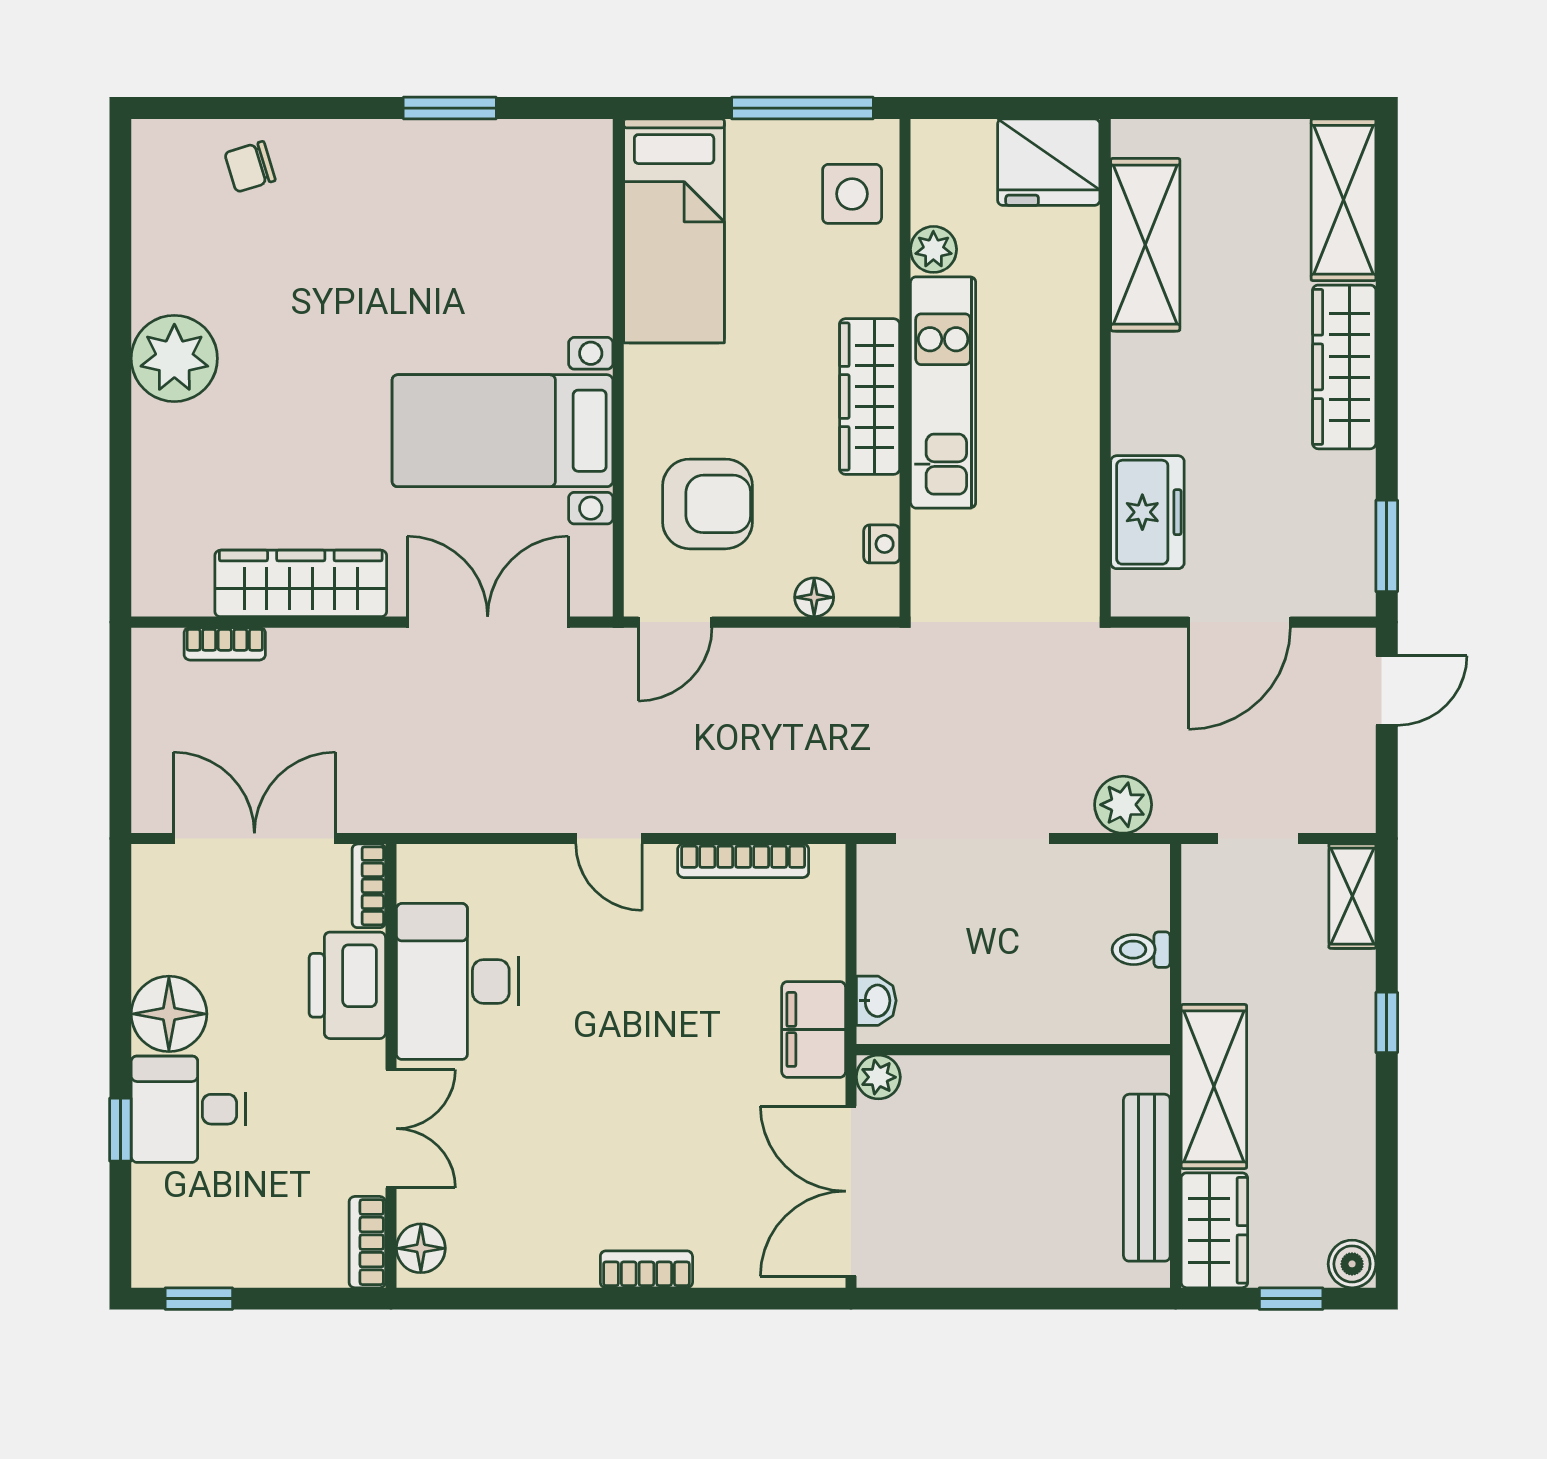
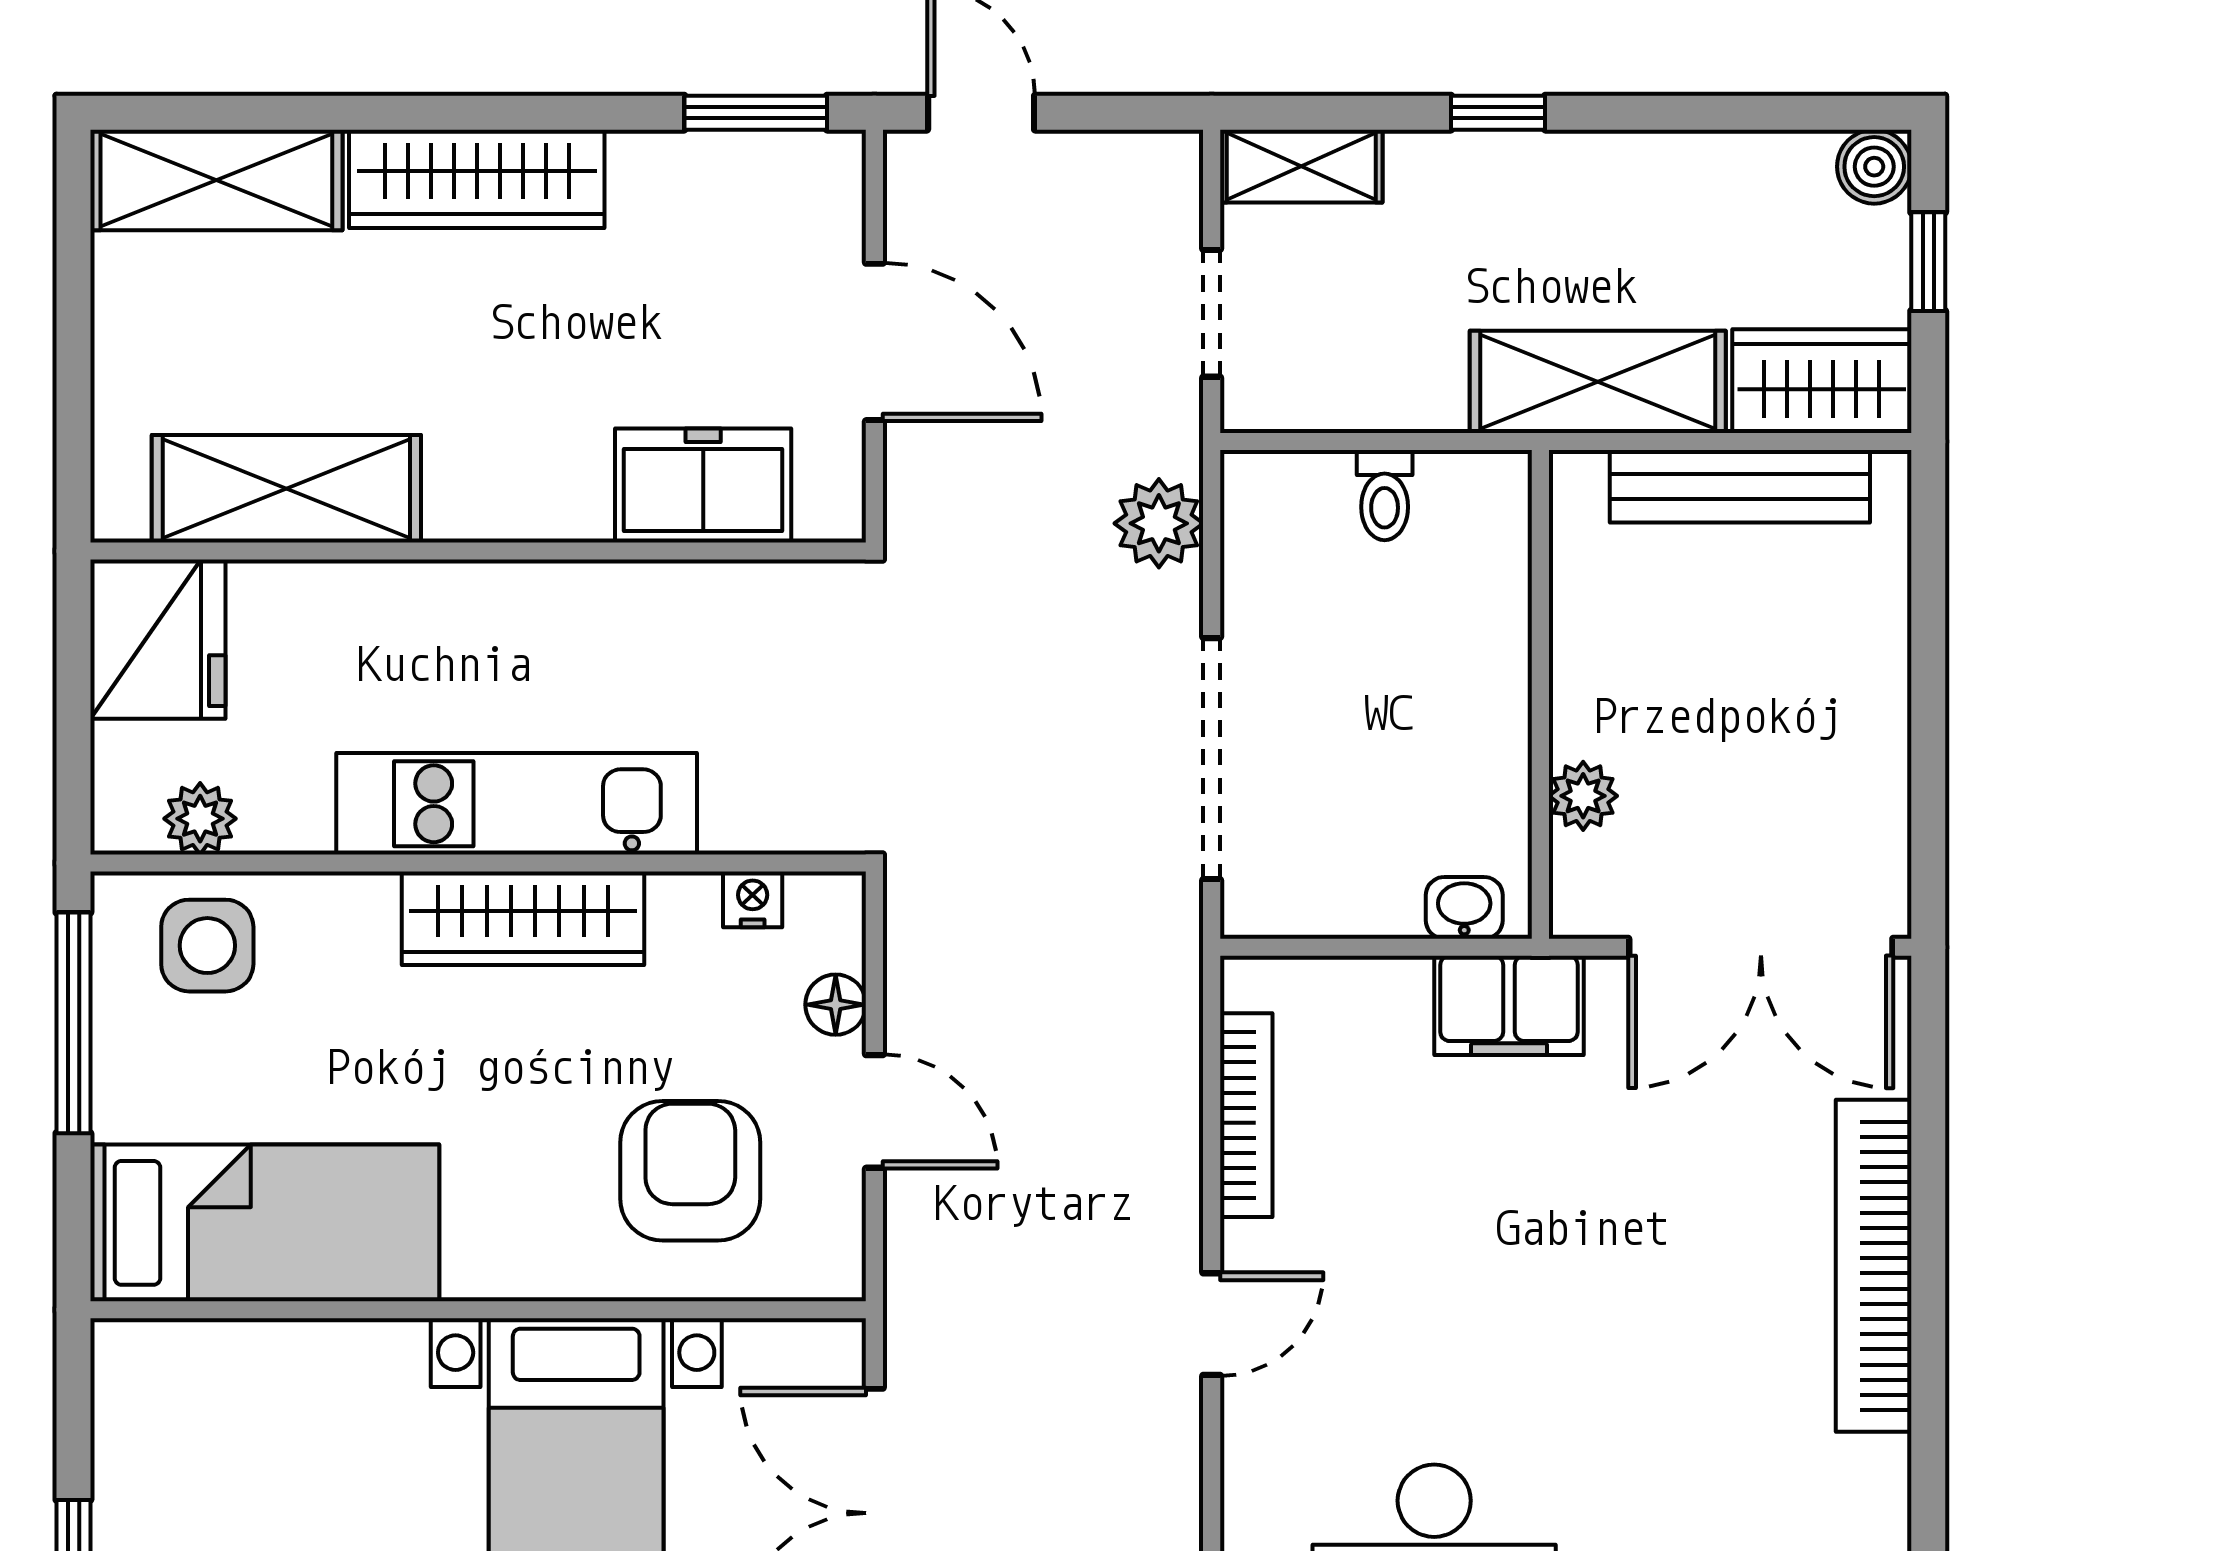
plant: (933, 249) -> (200, 819), moved
door: (675, 622) -> (874, 1111), moved
plant: (878, 1077) -> (1583, 796), moved
bookcase: (646, 1269) -> (1874, 1266), width x2.31, depth x1.31

